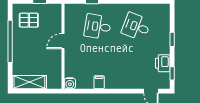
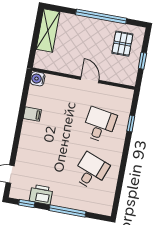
window: (172, 39) -> (67, 211), width x2.17

